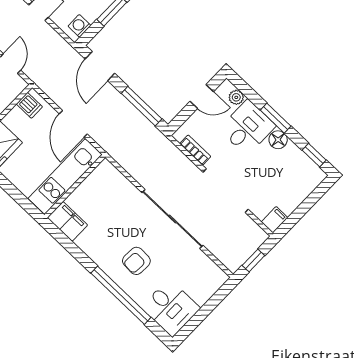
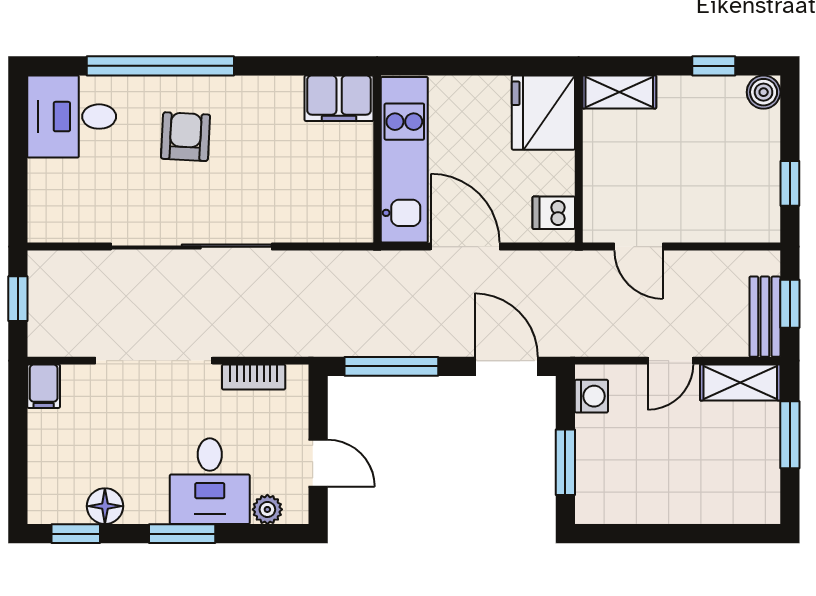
door: (202, 96) -> (318, 463), swing flipped
floor lamp: (278, 140) -> (105, 506), moved

